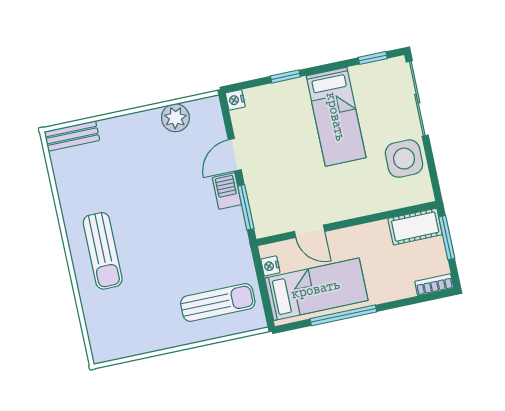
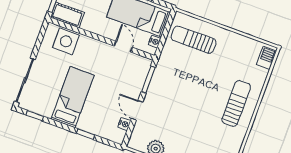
nightstand: (235, 100) -> (124, 124), moved
door: (235, 155) -> (137, 110), swing flipped
side table: (404, 159) -> (66, 41), moved
barbecue: (227, 191) -> (267, 58), moved, turned 180

